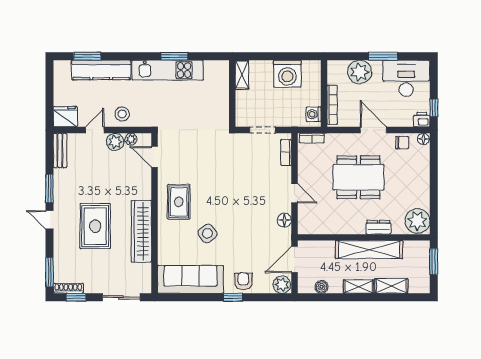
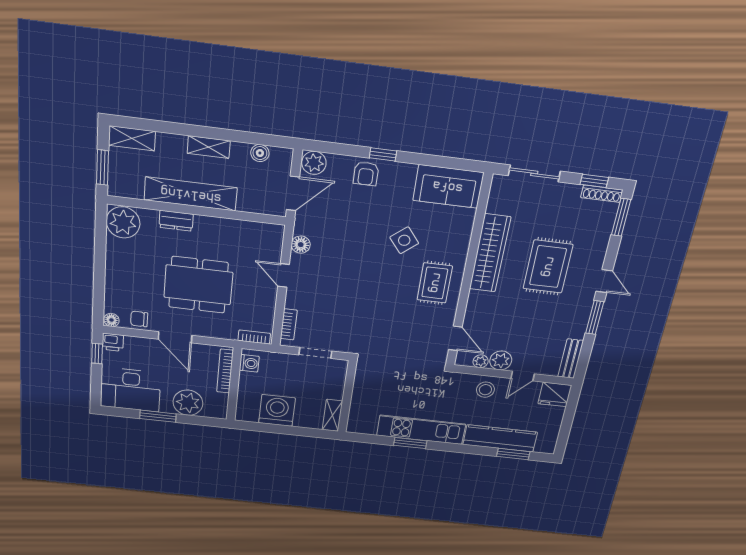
sofa: (191, 279) -> (448, 186), width x0.73
shelving: (391, 286) -> (132, 138), moved

